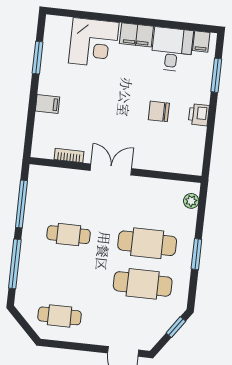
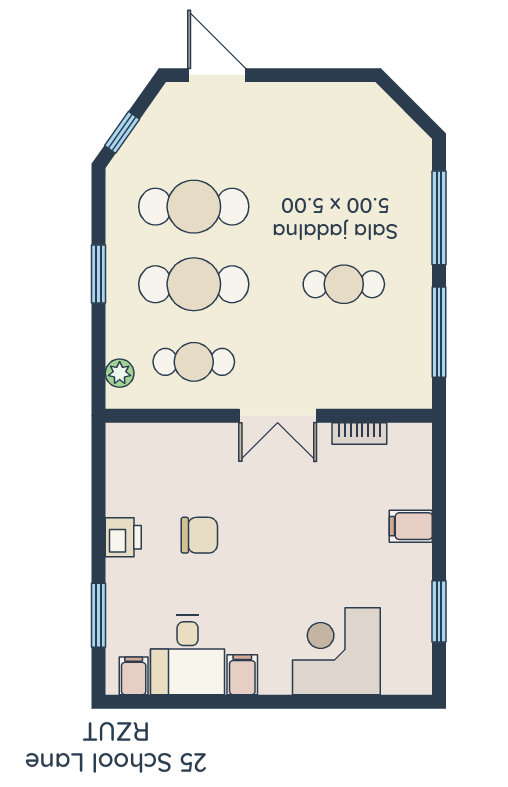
filing cabinet: (136, 35) -> (242, 675), width x0.50
cafe table: (60, 316) -> (194, 362), moved

